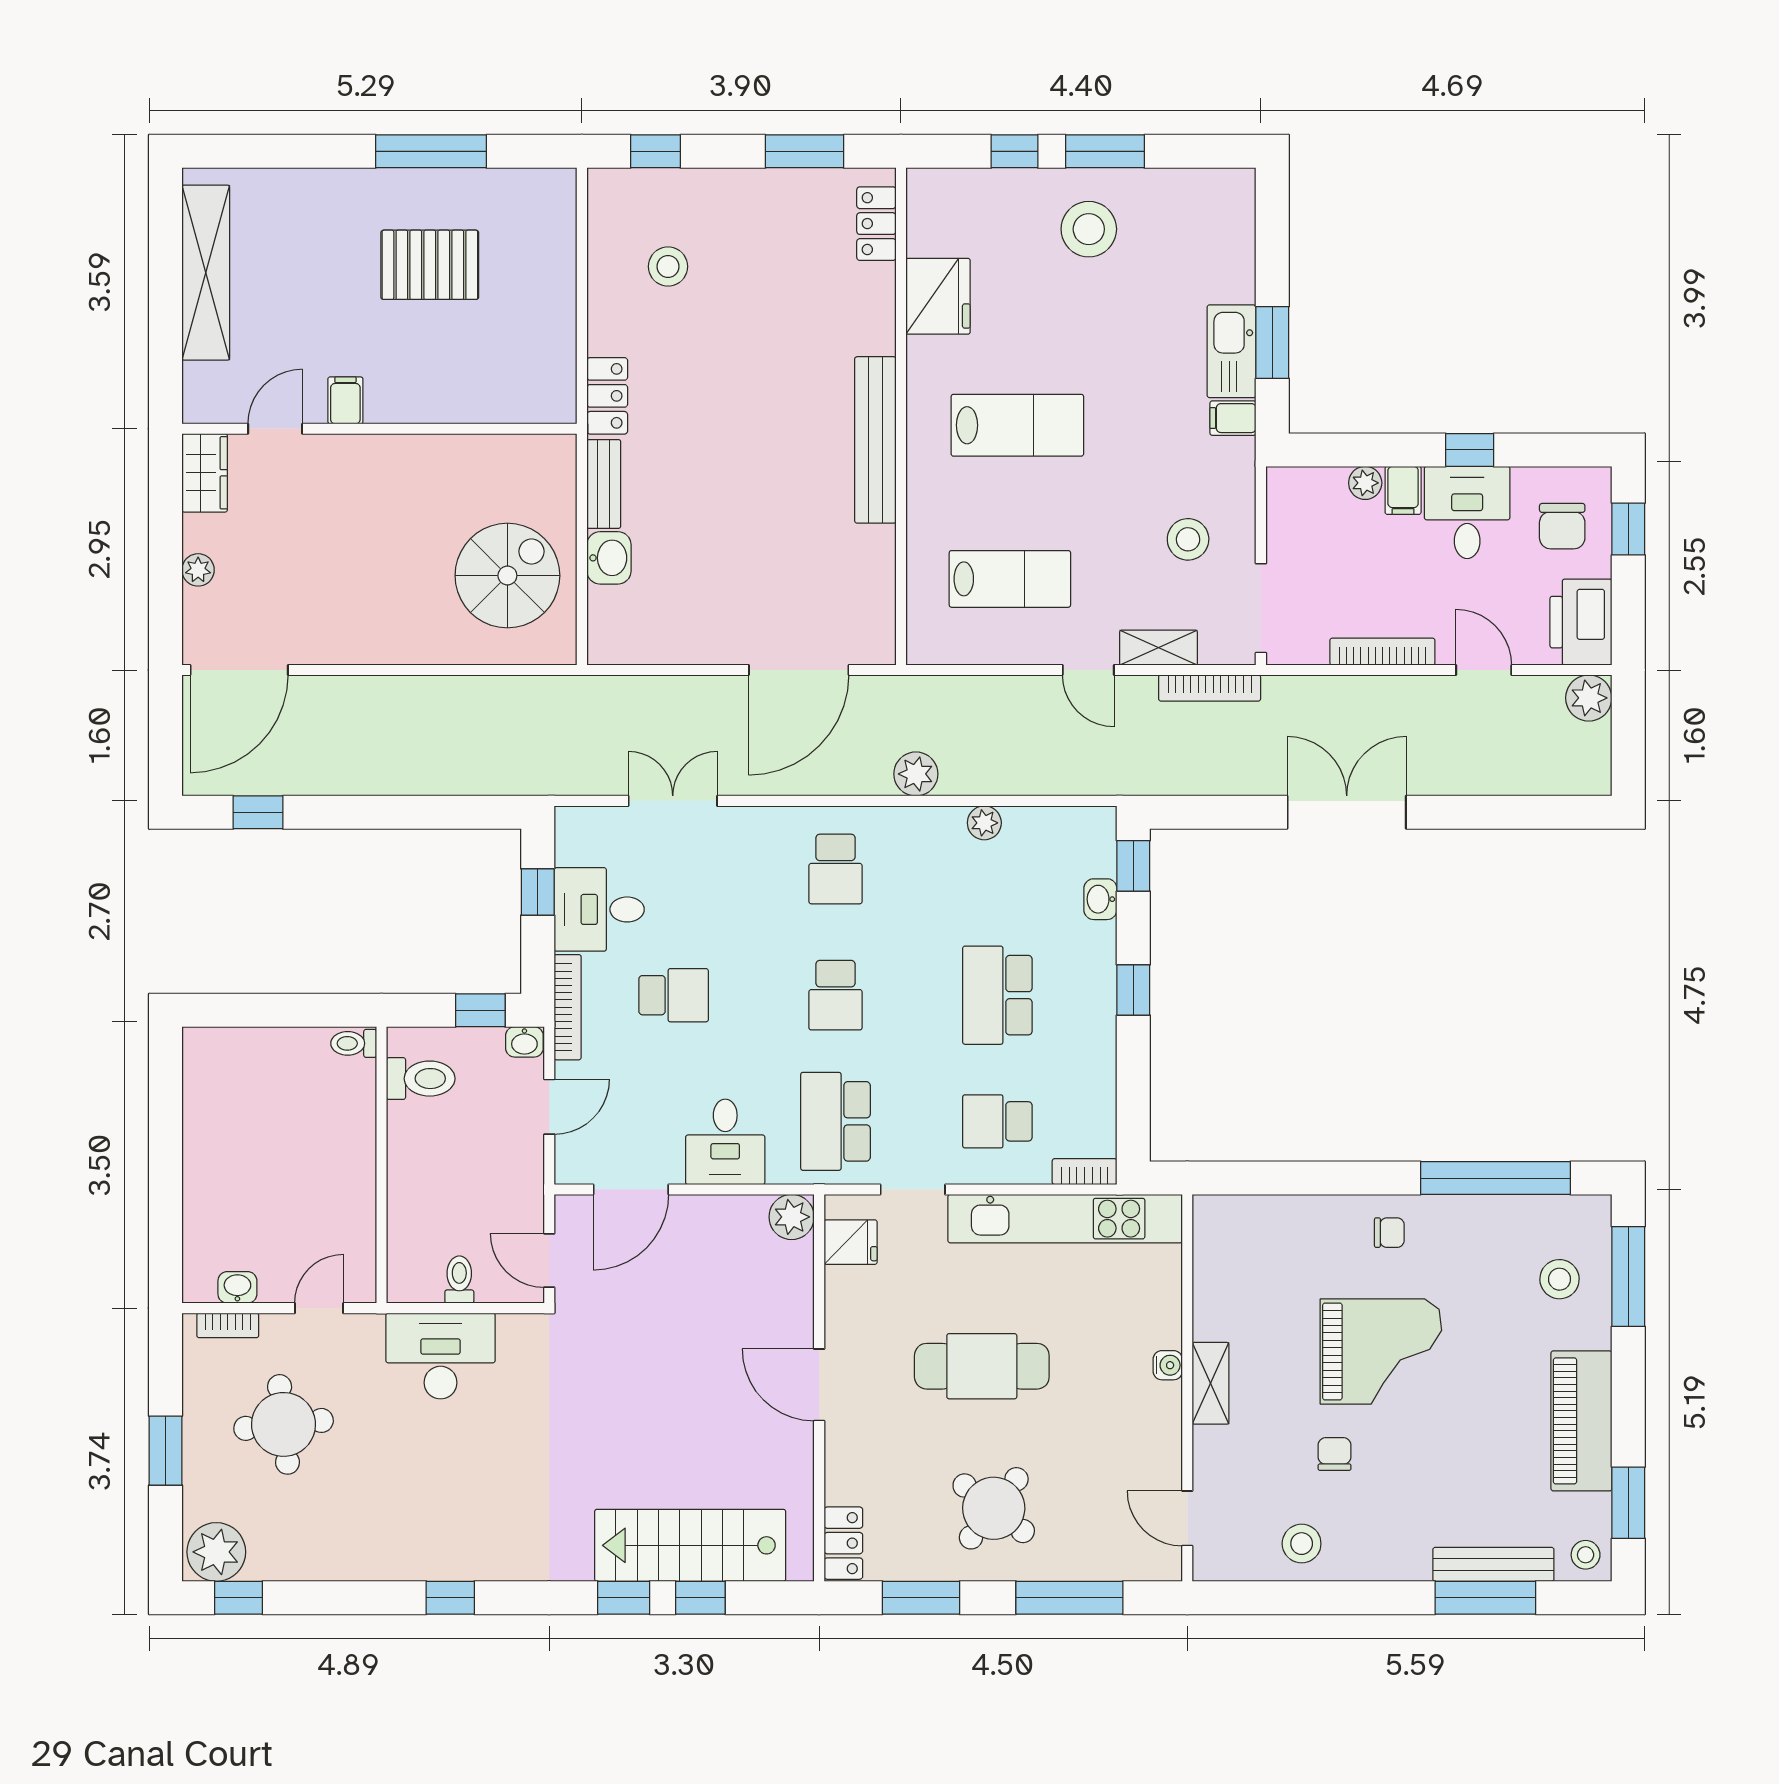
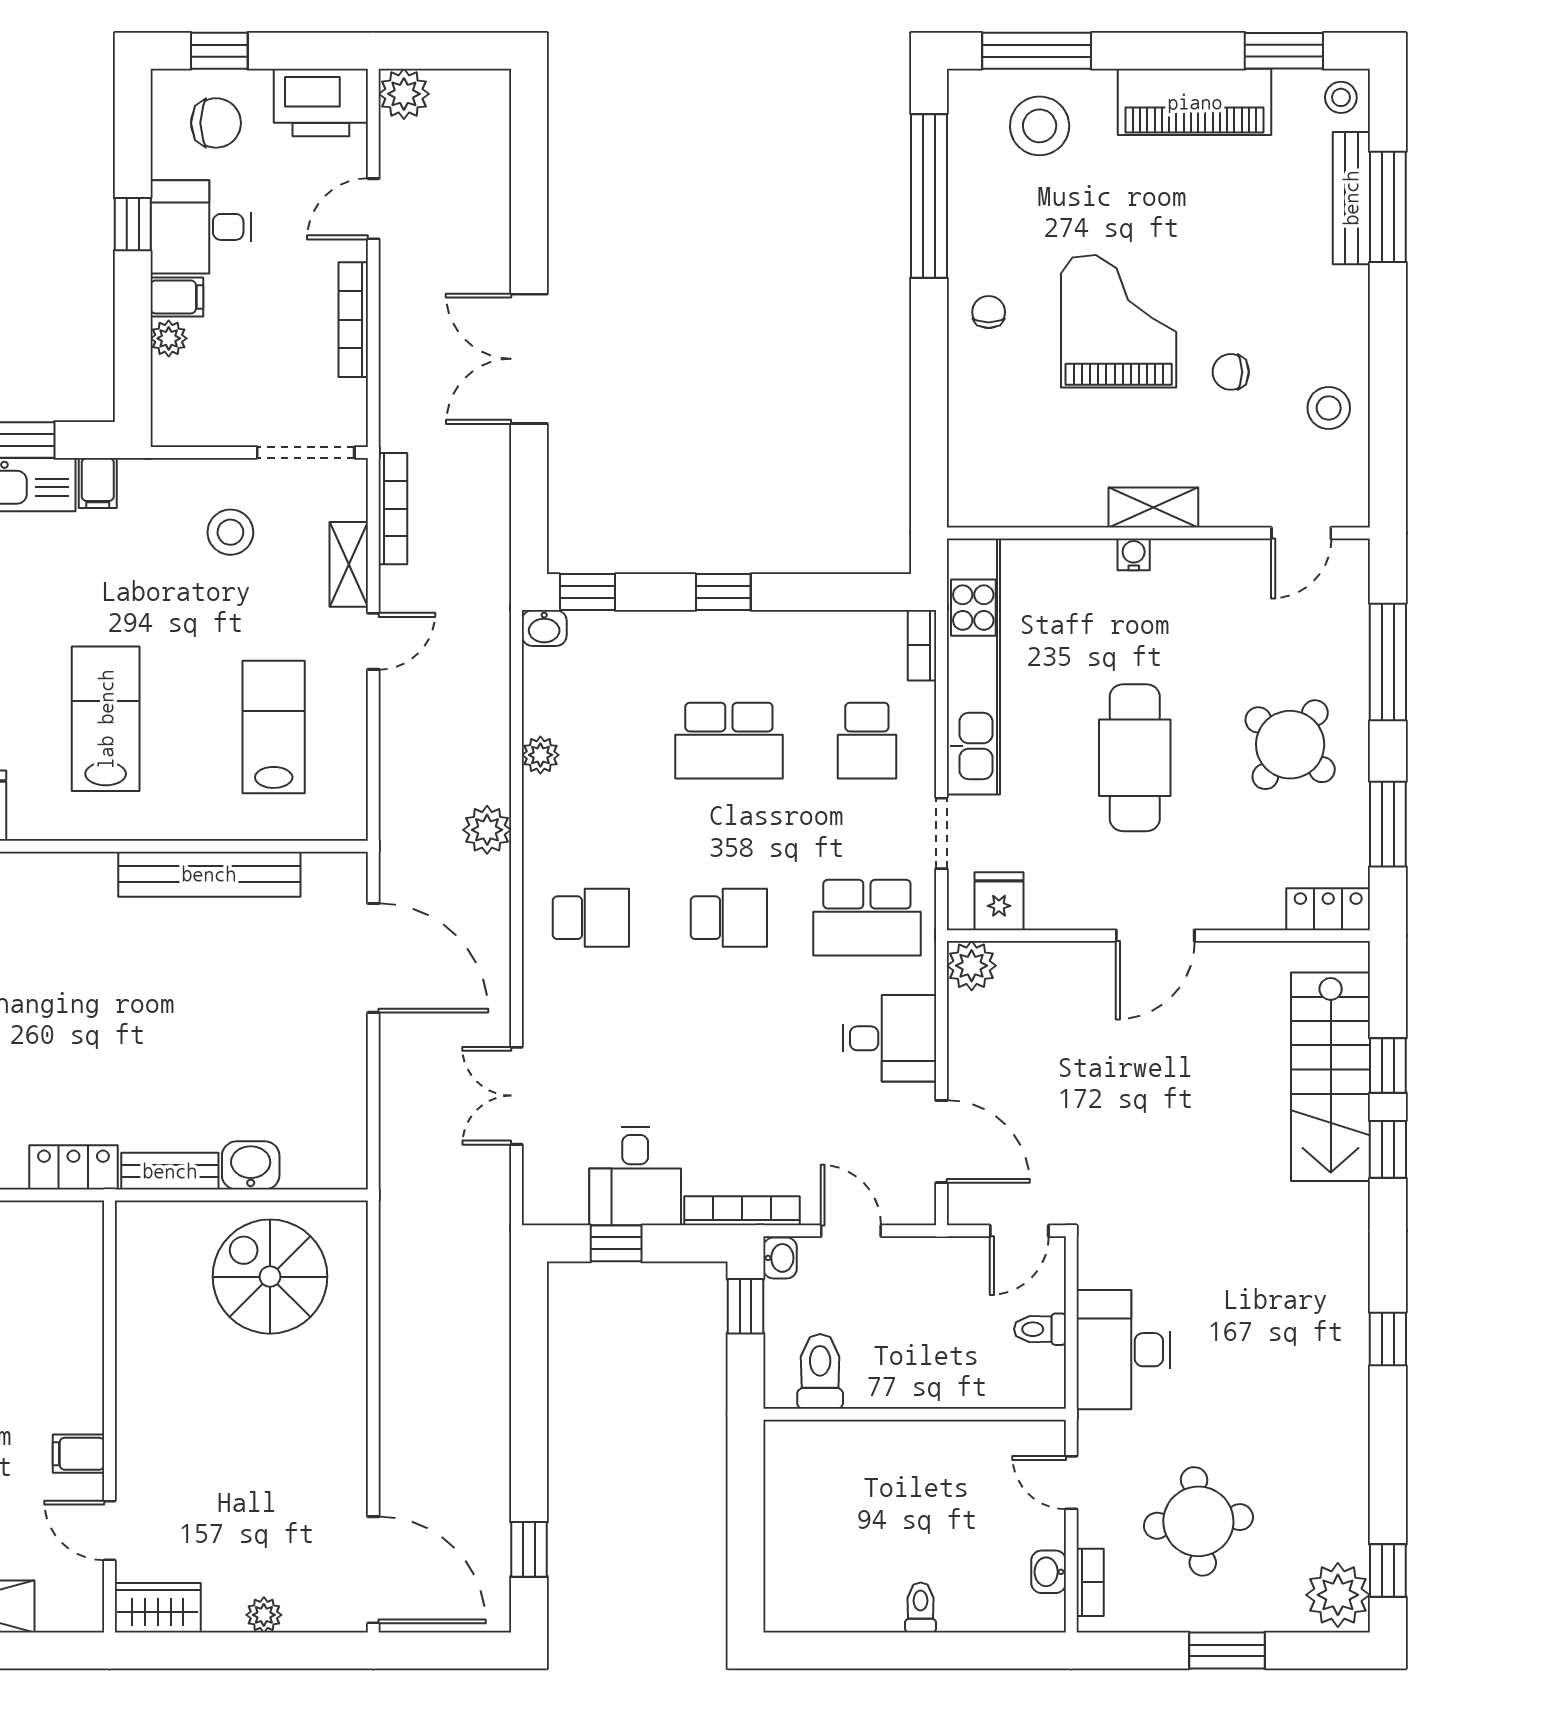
bench: (875, 440) -> (209, 874), moved
washbasin: (1100, 899) -> (544, 628), moved
school desk: (674, 995) -> (729, 1095), removed
toilet: (354, 1043) -> (921, 1608), moved, turned 180
stool: (1560, 1279) -> (1040, 126), width x1.38, depth x1.38

